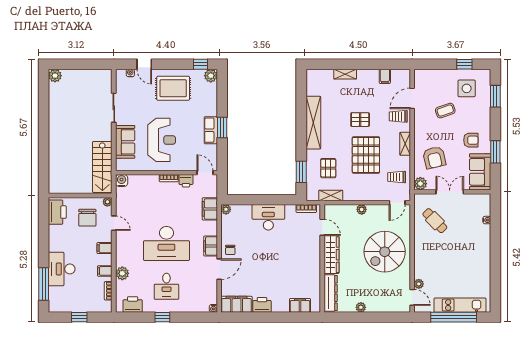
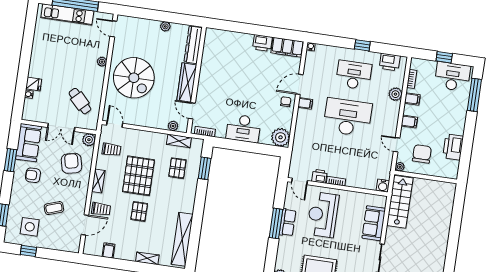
pallet: (360, 120) -> (139, 211), turned 90
shelving: (313, 123) -> (182, 239), moved
window: (222, 127) -> (276, 223), width x1.44
reception desk: (162, 140) -> (323, 215), moved
door: (397, 203) -> (115, 124), hinge flipped
filing cabinet: (210, 209) -> (300, 145), removed
plant: (226, 209) -> (281, 137), width x1.88, depth x1.88
plant: (362, 209) -> (173, 126), moved
printer: (57, 212) -> (453, 147), moved
fridge: (483, 231) -> (34, 84), added
filing cabinet: (211, 246) -> (305, 103), width x0.50
spiral stairs: (385, 252) -> (134, 78), turned 90
desk: (62, 269) -> (452, 77), moved, turned -90
plant: (419, 284) -> (102, 62), moved
desk: (166, 286) -> (354, 75), width x1.37
filing cabinet: (300, 305) -> (225, 37), removed

